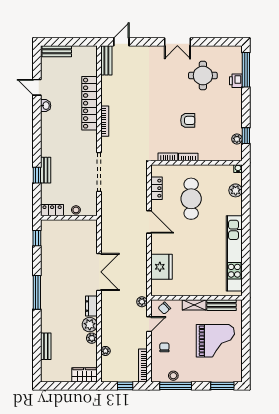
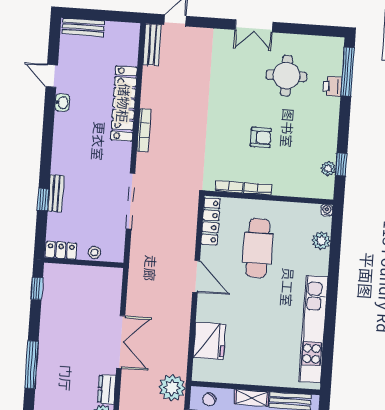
locker: (157, 188) -> (211, 221), width x1.53
plant: (142, 302) -> (172, 388), width x1.87, depth x1.87

